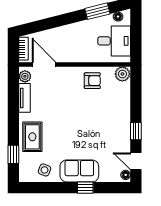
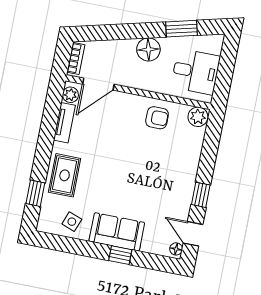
floor lamp: (118, 17) -> (148, 49), moved, width x1.89, depth x1.89
door: (44, 64) -> (98, 84), swing flipped

